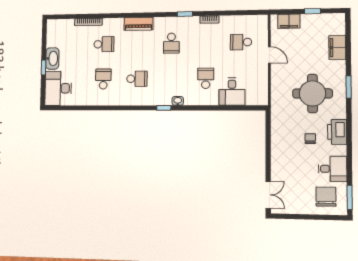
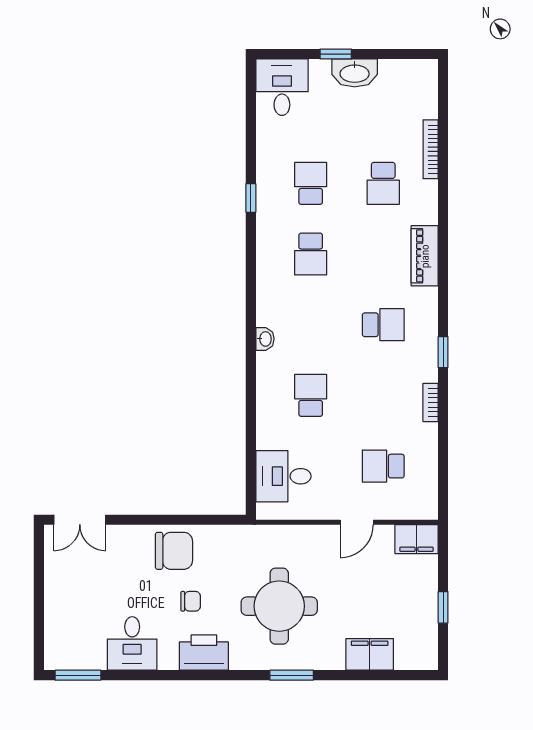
filing cabinet: (289, 21) -> (417, 539), moved, turned -90
school desk: (241, 42) -> (383, 466), turned -90
school desk: (171, 43) -> (383, 325), turned 180
school desk: (206, 78) -> (311, 395), turned -90
school desk: (103, 79) -> (311, 183), turned -90
desk: (58, 88) -> (282, 87), width x0.73
desk: (232, 92) -> (283, 476), moved
window: (164, 108) -> (251, 198), moved
chair: (326, 197) -> (174, 551), moved

